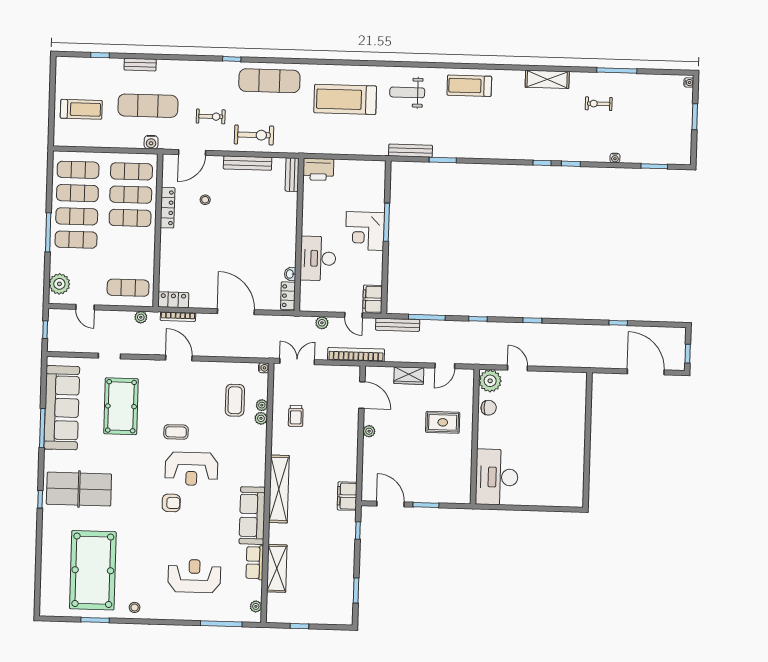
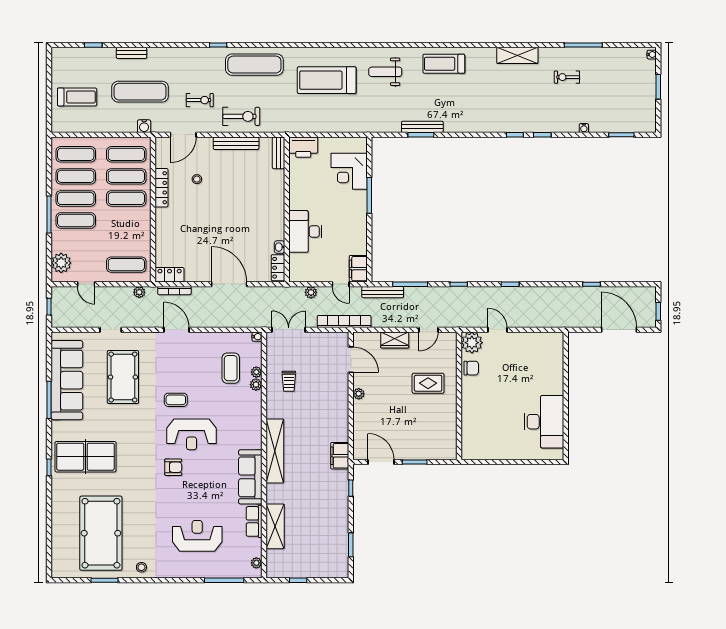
bench: (410, 151) -> (422, 127), moved
corner desk: (365, 231) -> (349, 171), moved
desk: (497, 477) -> (544, 422), moved, turned 180

